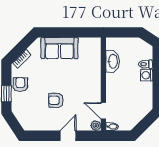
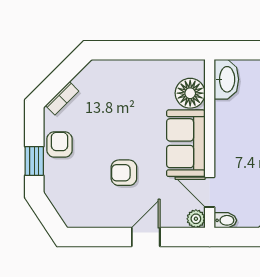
sofa: (59, 48) -> (186, 143), moved, turned 90
floor lamp: (93, 56) -> (190, 93), added
washbasin: (113, 61) -> (226, 79), moved

